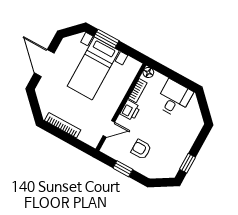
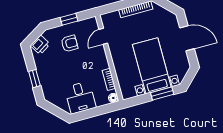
printer: (130, 110) -> (40, 45), moved, turned -121
window: (188, 163) -> (34, 79), moved

